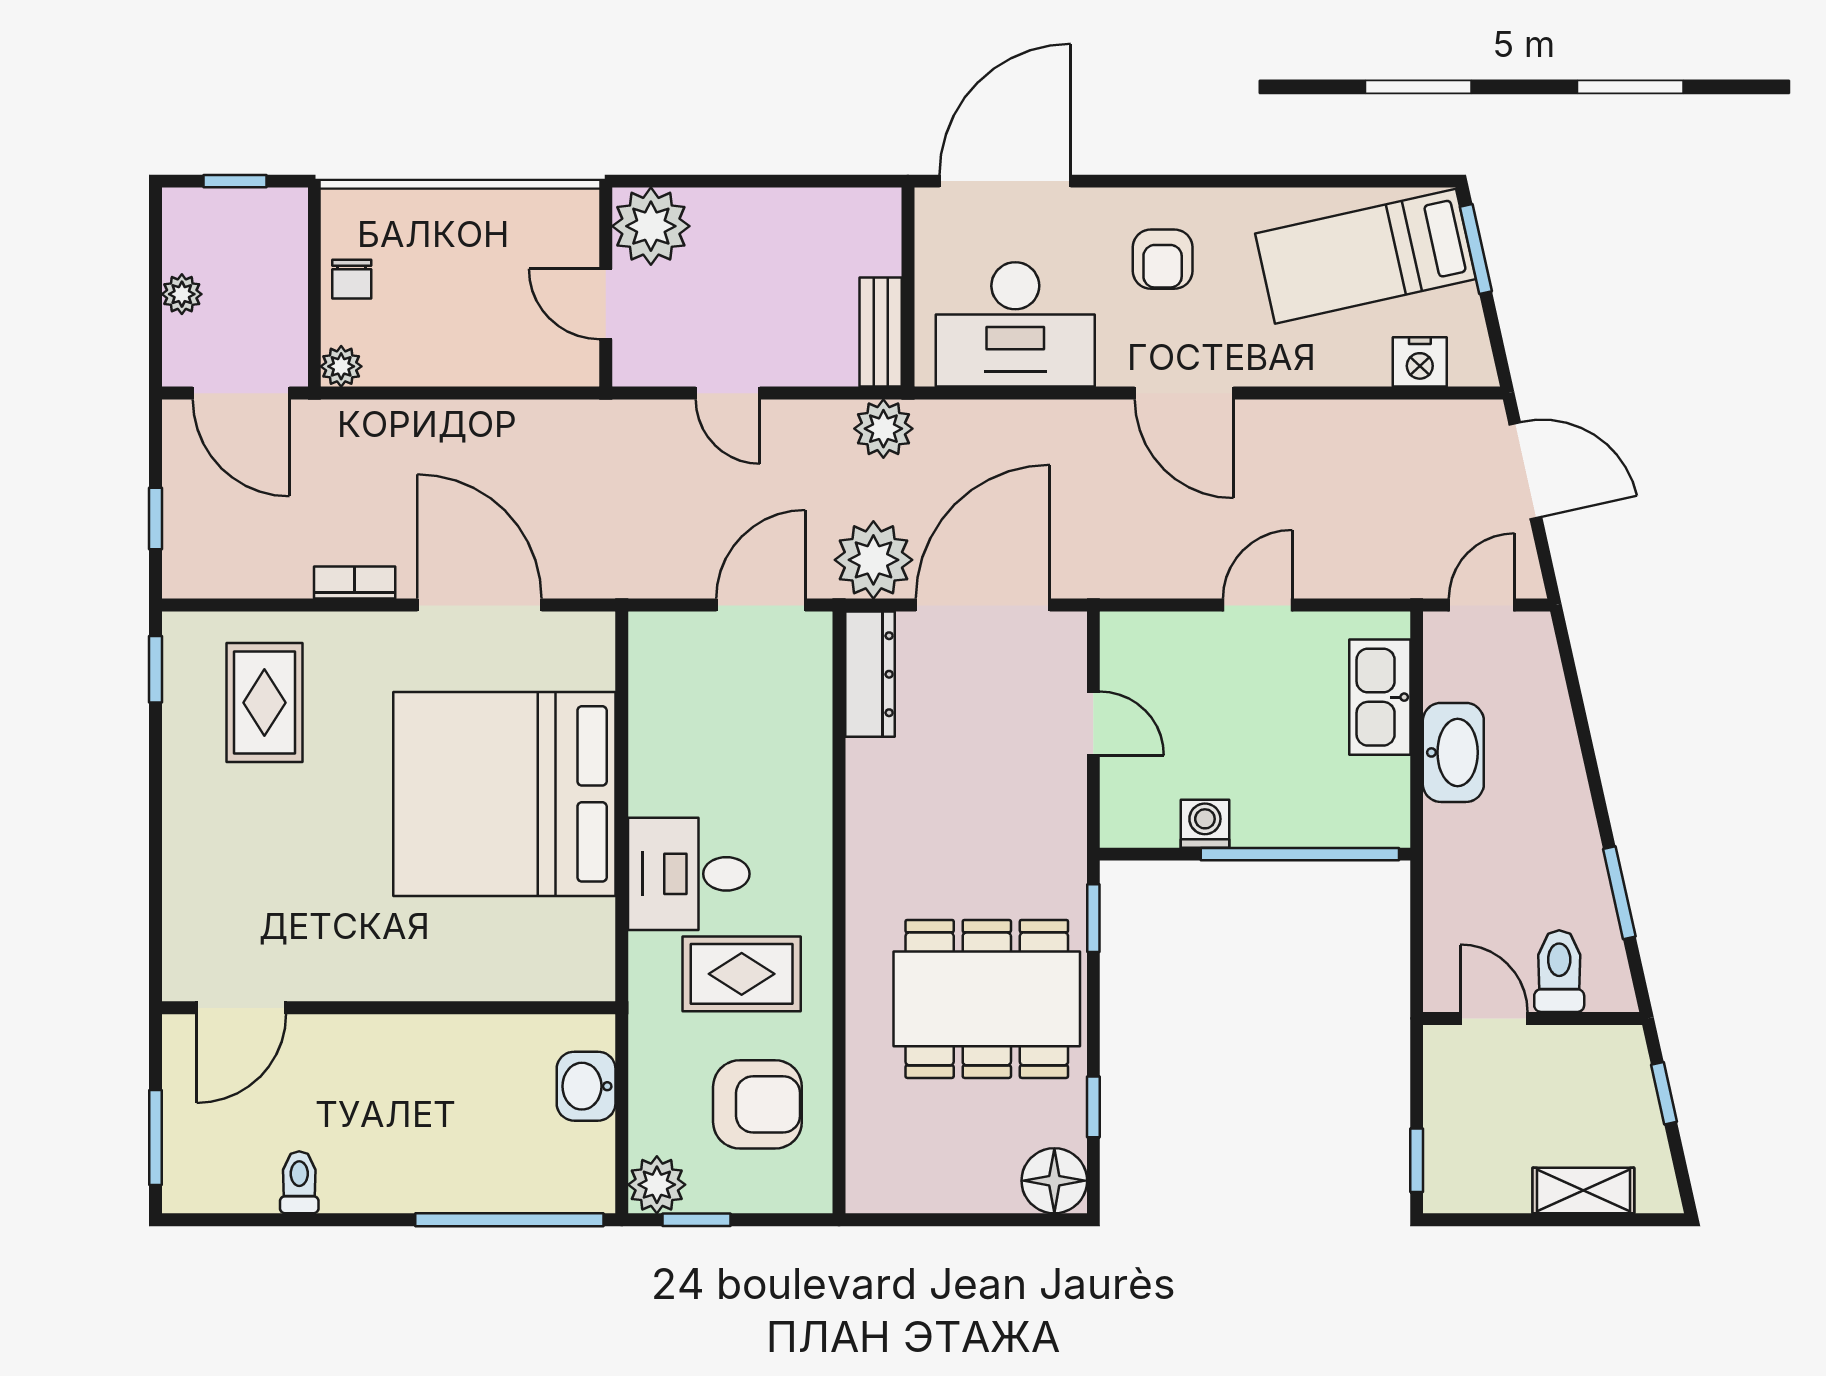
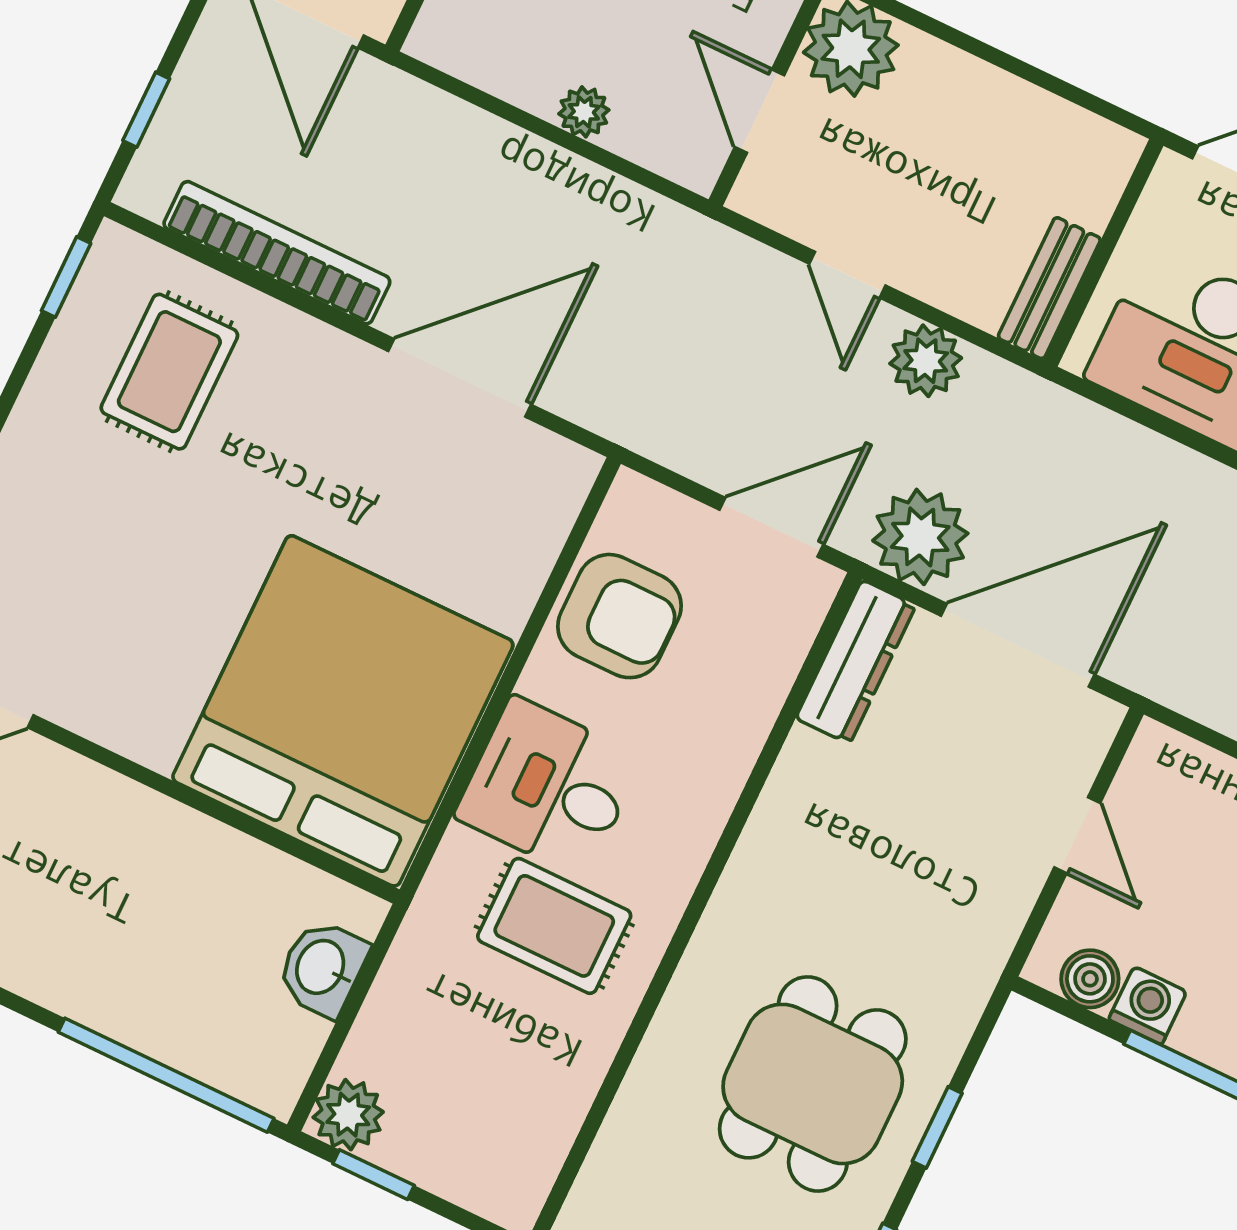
plant: (341, 366) -> (584, 112), moved
plant: (883, 429) -> (926, 361), moved
bookcase: (355, 583) -> (277, 253), width x2.31, depth x1.31
door: (480, 605) -> (460, 378), hinge flipped
bed: (504, 794) -> (343, 711), moved, turned 90
boiler: (1153, 824) -> (1090, 979), added
window: (1093, 918) -> (937, 1127), moved
dining table: (987, 999) -> (813, 1084), width x0.73
armchair: (757, 1104) -> (620, 616), moved

